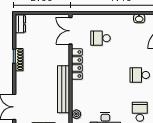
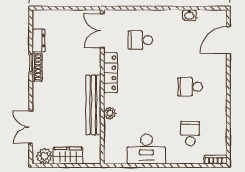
dresser: (20, 24) -> (39, 41), moved
plant: (76, 114) -> (110, 113), moved

